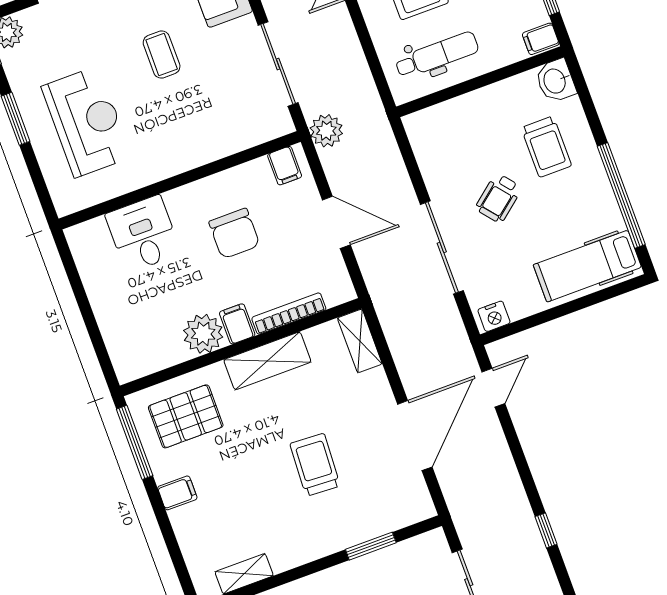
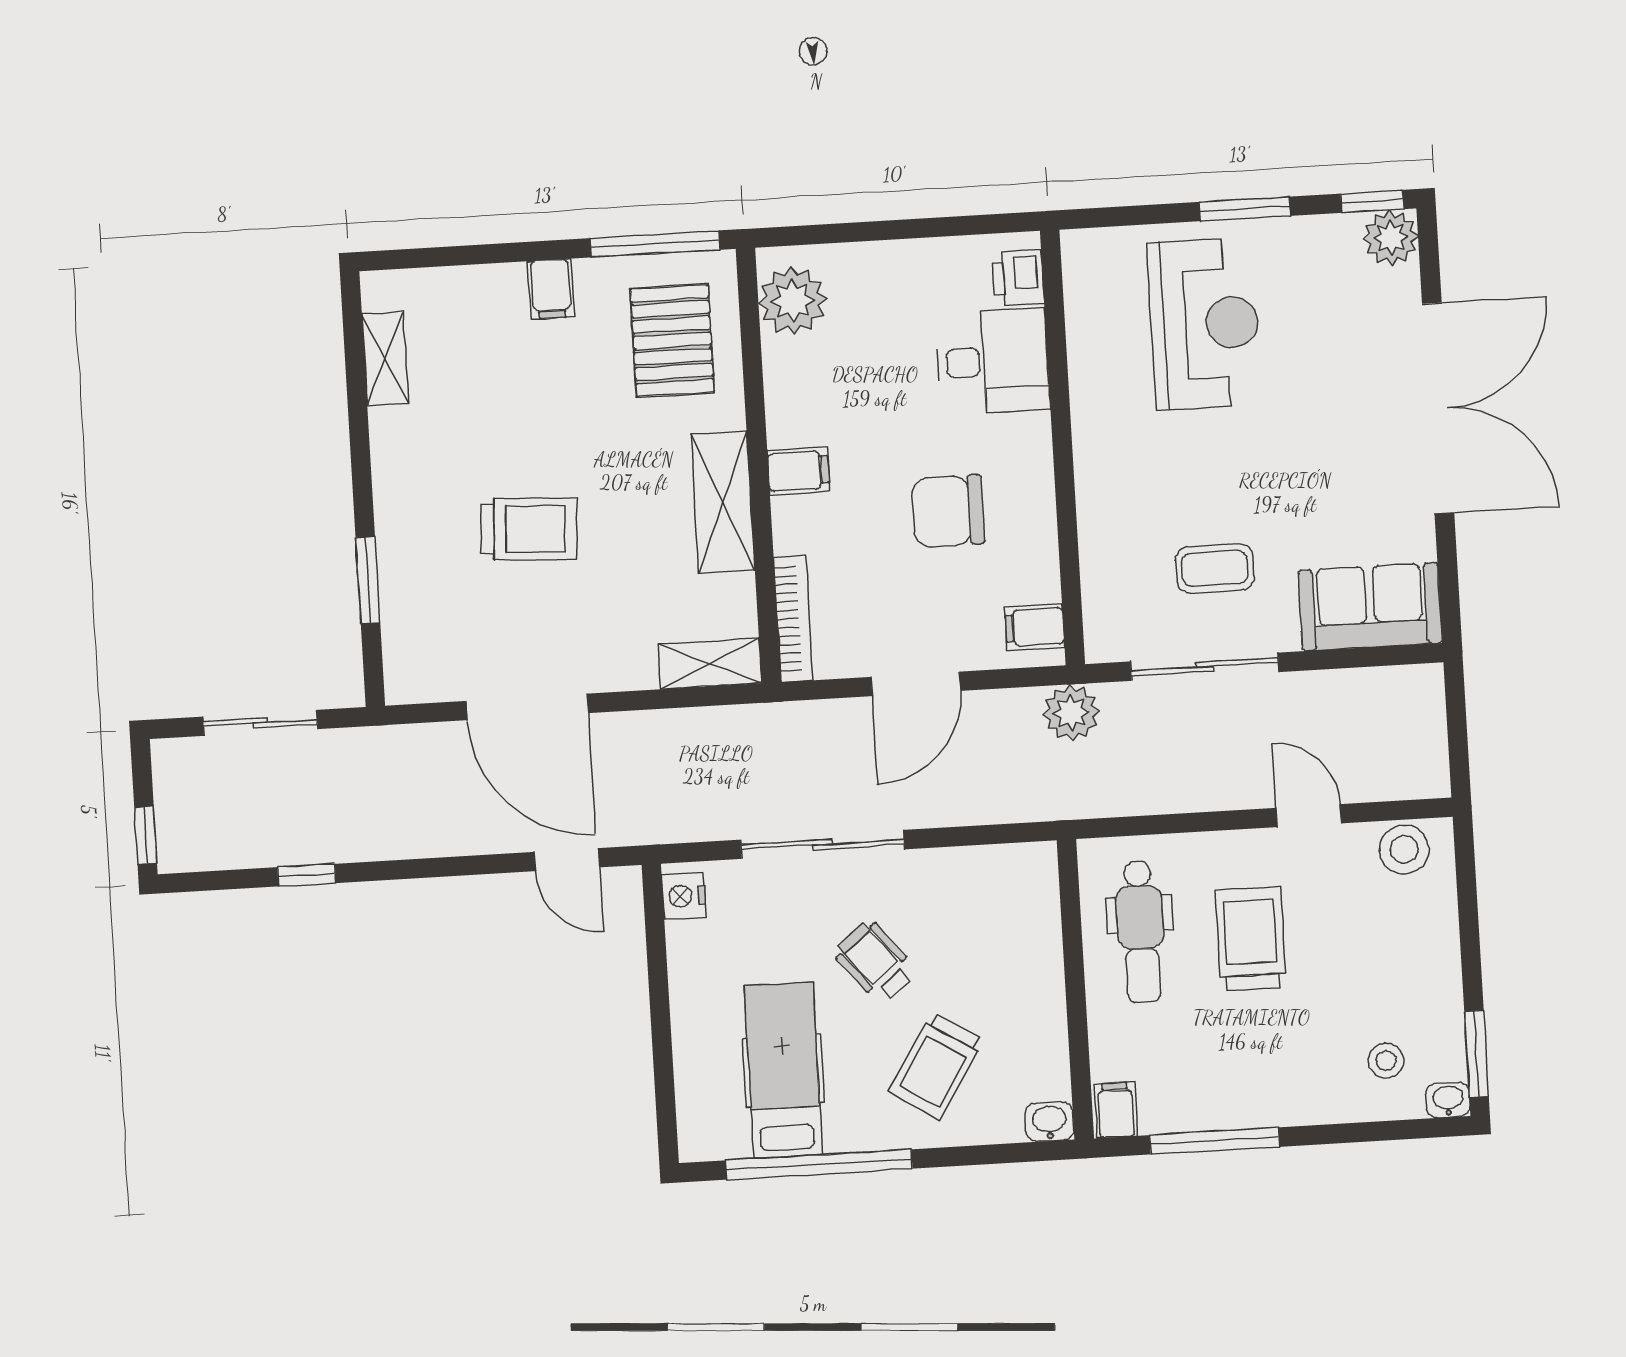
coffee table: (162, 55) -> (1215, 568), moved
washbasin: (555, 81) -> (1049, 1122), width x0.72, depth x0.69
reception desk: (87, 122) -> (1204, 324), turned -90
trolley: (546, 147) -> (936, 1066), turned -58
printer: (92, 234) -> (1018, 278), added
hospital bed: (587, 266) -> (783, 1070), moved
bookcase: (289, 314) -> (793, 619), moved
plant: (203, 334) -> (793, 301), moved

